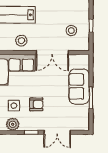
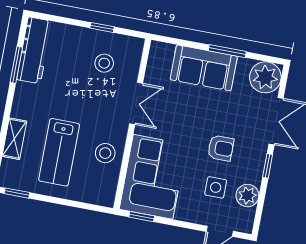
double door: (52, 53) -> (136, 103), width x0.73
armchair: (36, 104) -> (221, 148), turned 90
plant: (80, 122) -> (265, 77), added

